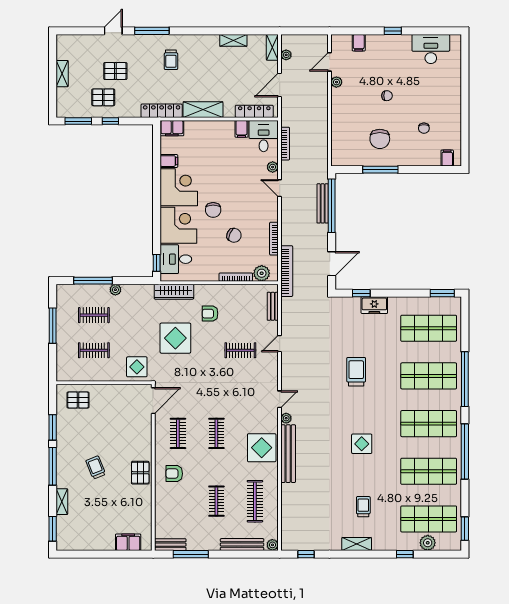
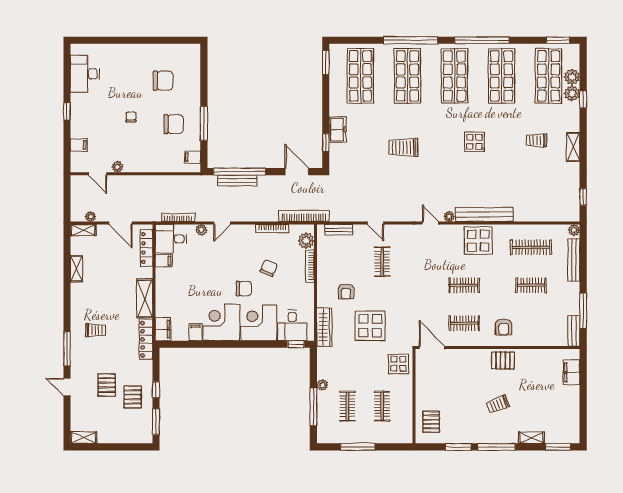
shelving: (62, 74) -> (83, 438), moved
chair: (424, 128) -> (163, 81), width x1.87, depth x1.87
filing cabinet: (447, 158) -> (192, 157), moved
plant: (411, 543) -> (572, 93), added

